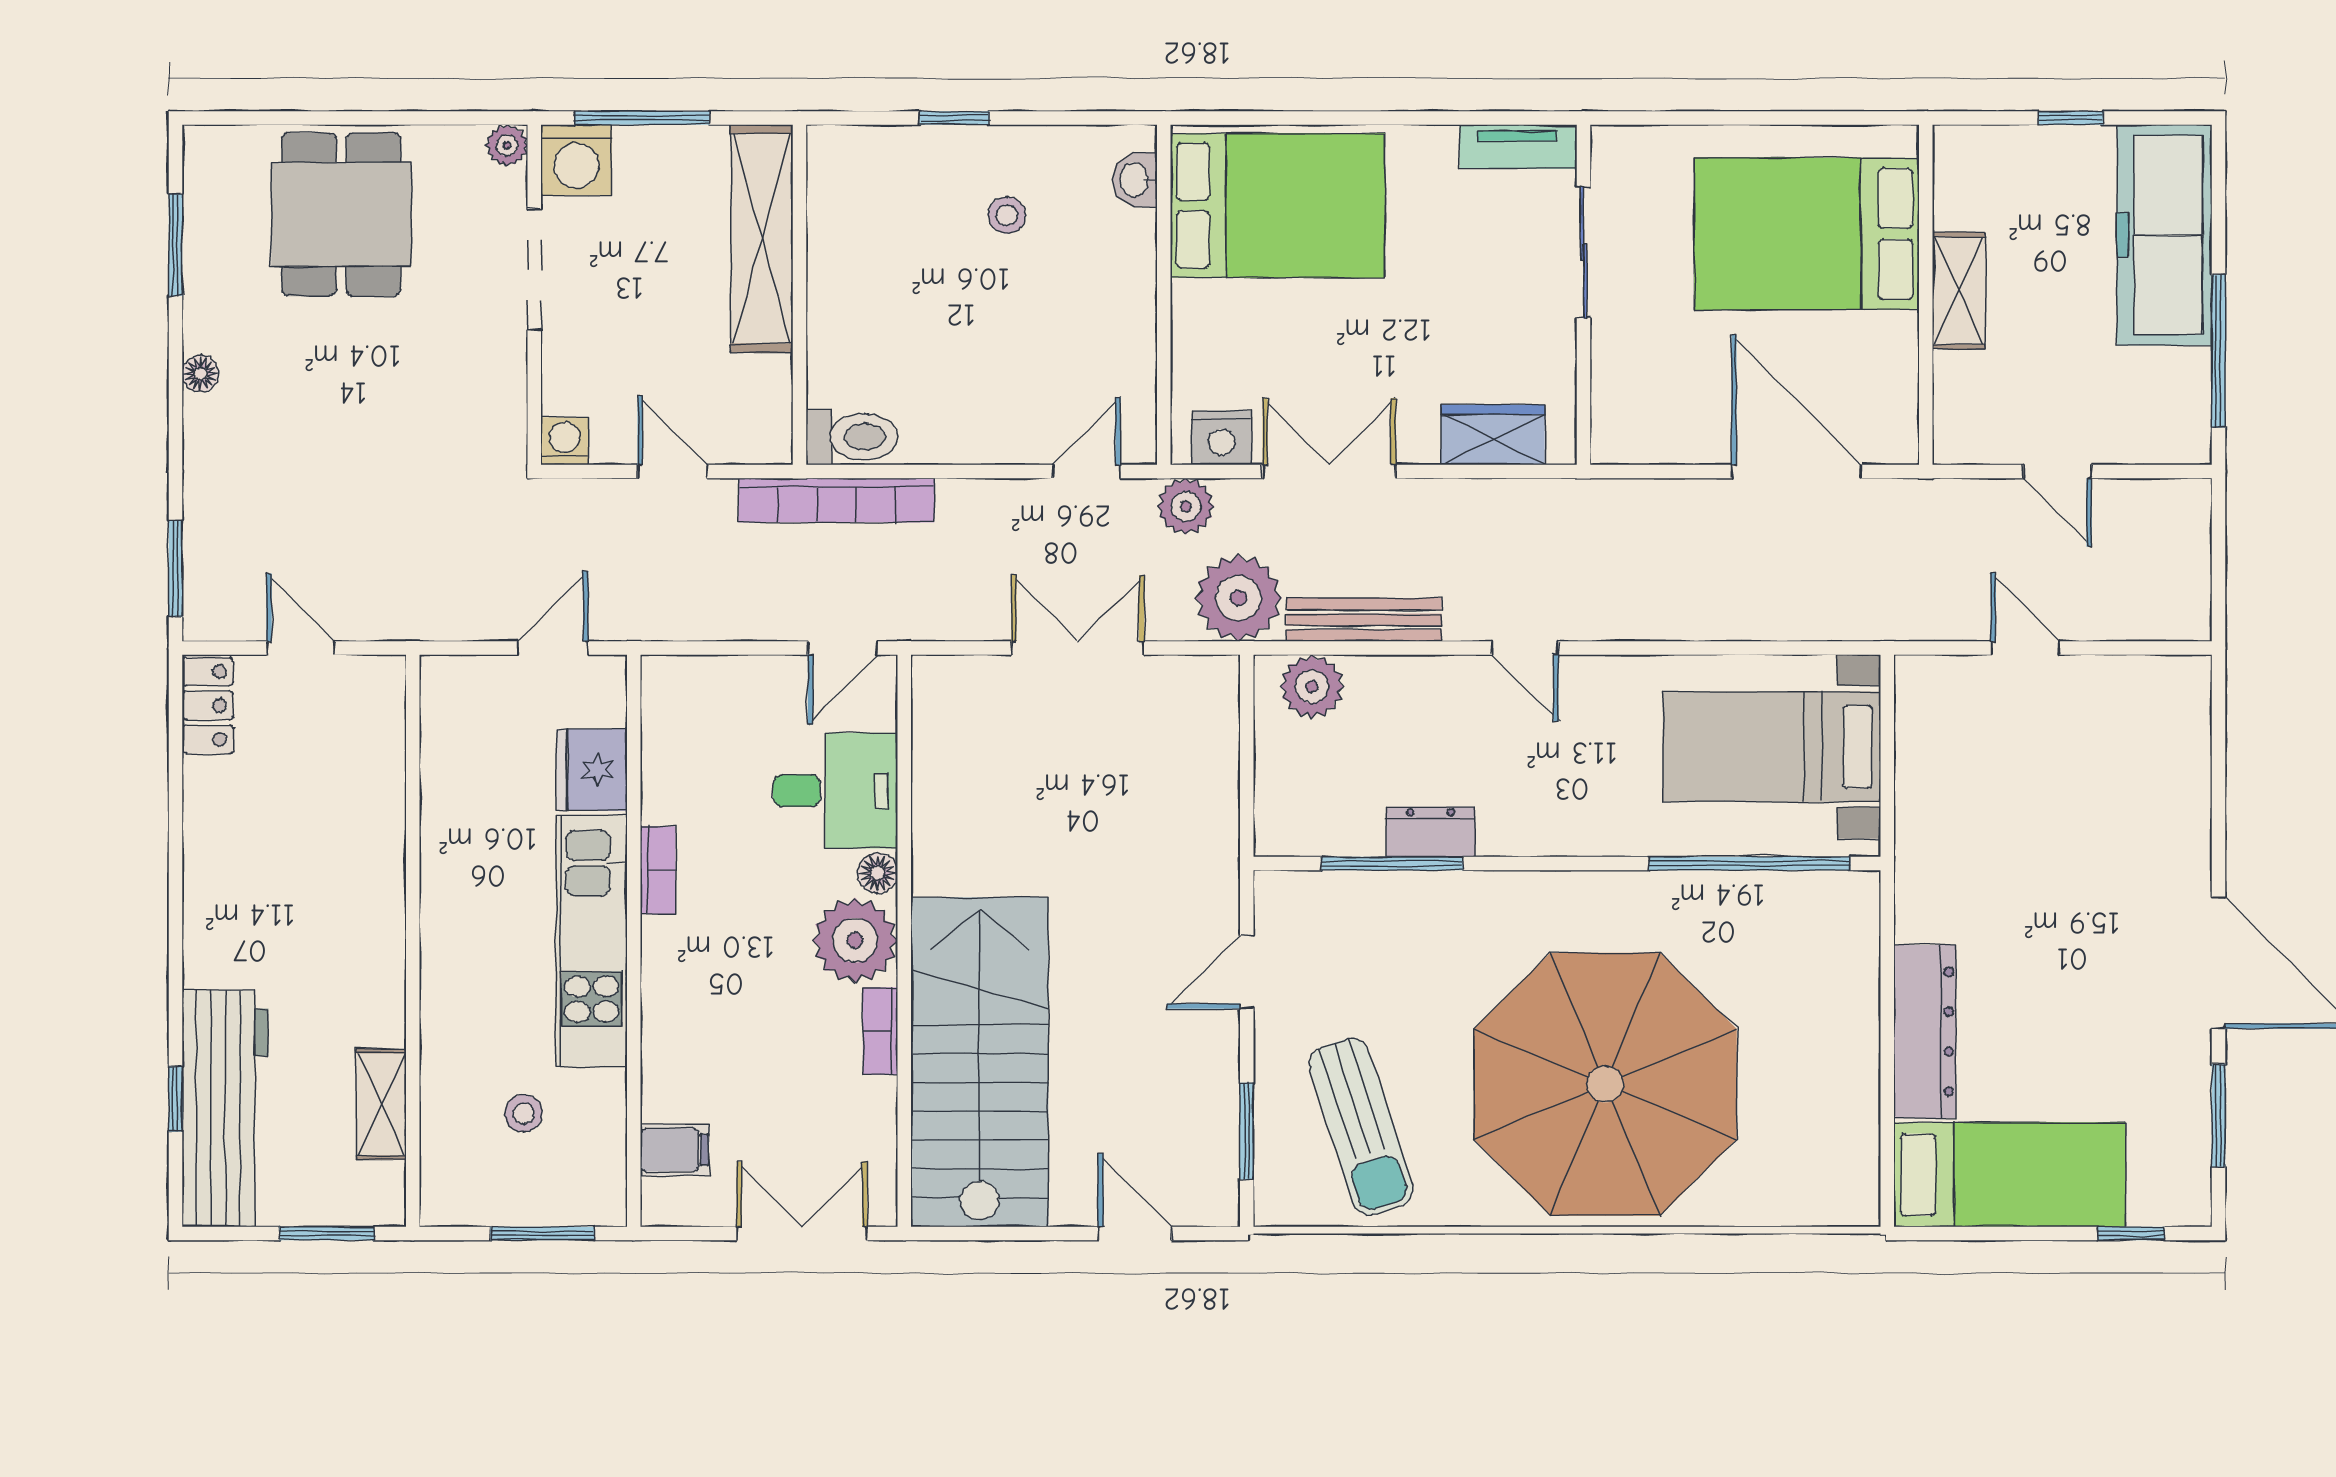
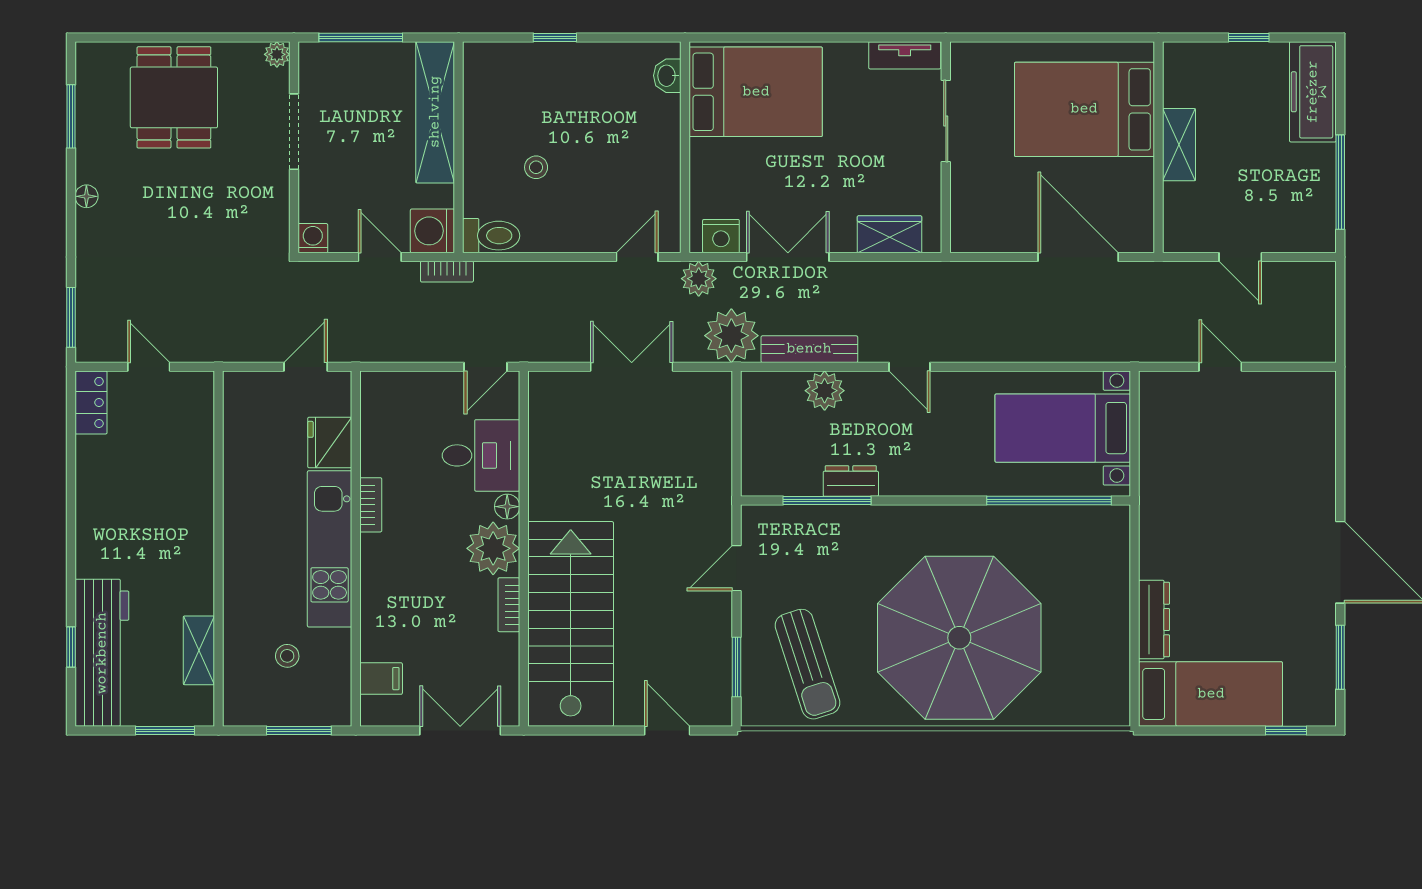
washing machine: (576, 160) -> (432, 231), moved, turned 90
stool: (1007, 215) -> (536, 167), moved
freezer: (2164, 235) -> (1313, 92), width x0.73, depth x0.79
bookcase: (836, 500) -> (447, 272), width x0.43, depth x0.76
plant: (1312, 686) -> (825, 391), moved
dresser: (1925, 1032) -> (1154, 620), width x0.73, depth x0.80

